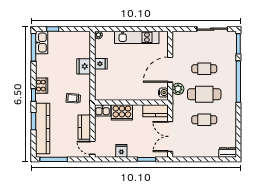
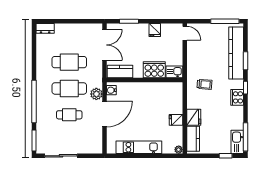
cafe table: (204, 120) -> (69, 62), width x1.37, depth x1.35
kitchen counter: (84, 127) -> (193, 139), moved

